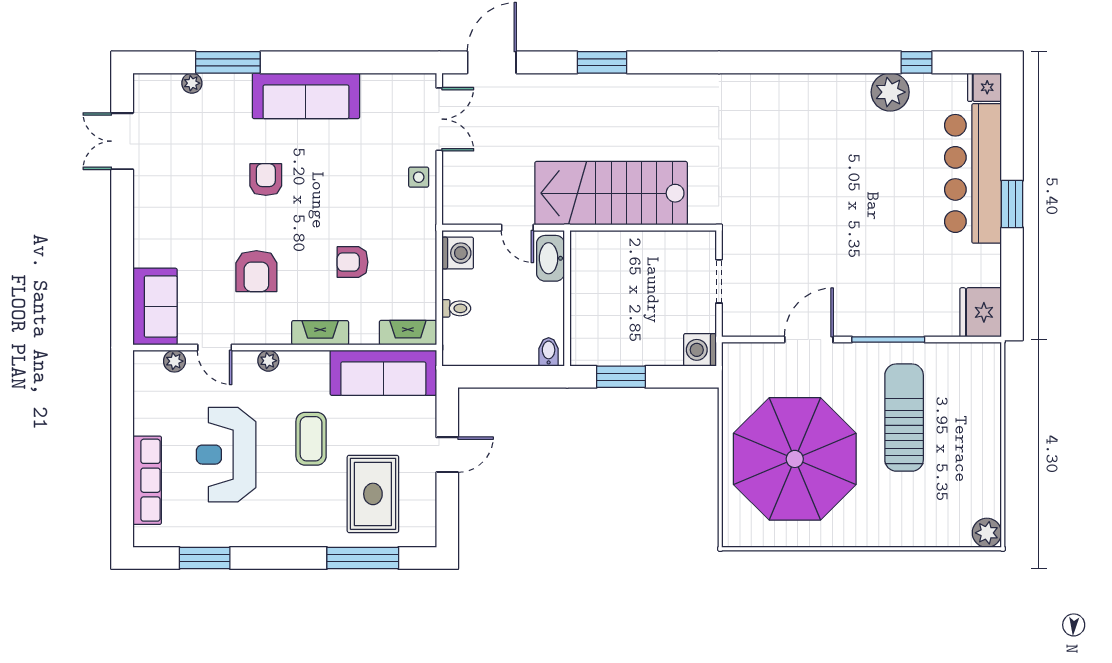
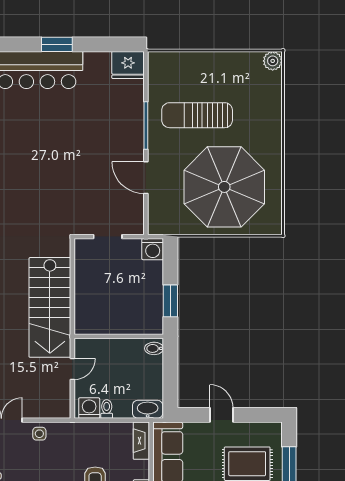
washbasin: (550, 258) -> (148, 409), moved, turned 180
toilet: (456, 308) -> (107, 409), moved

